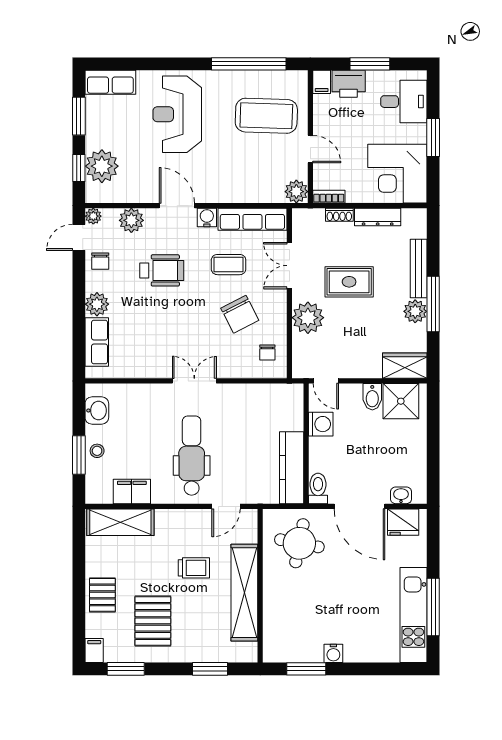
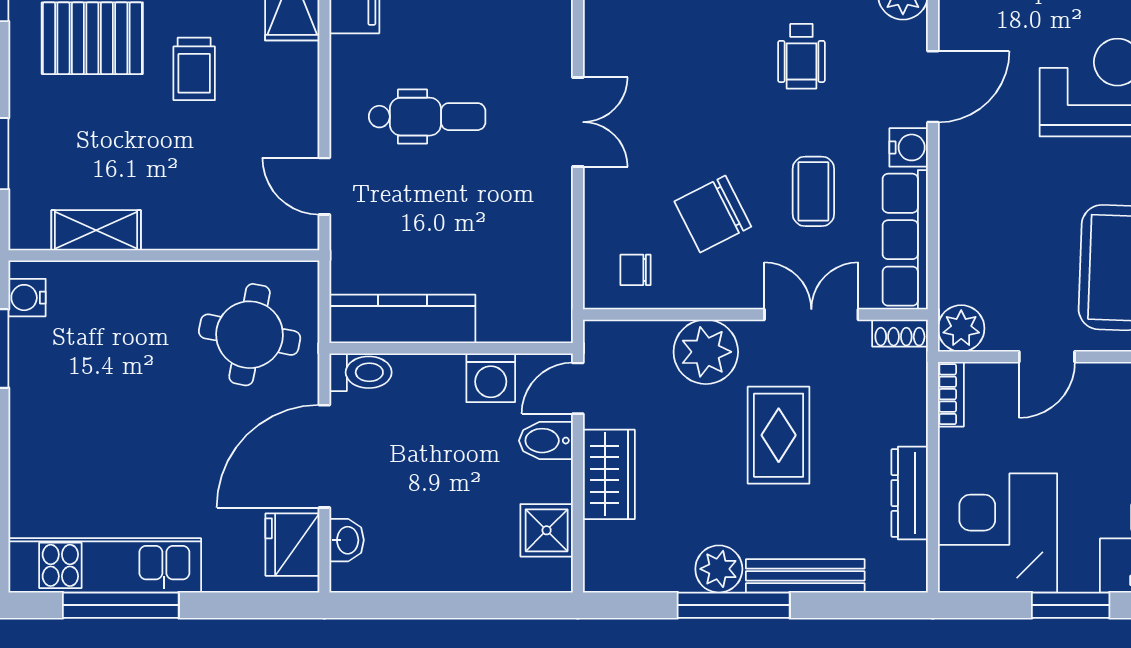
shoe rack: (339, 215) -> (900, 333), moved, turned -90
wheelchair: (162, 270) -> (801, 56), width x0.73, depth x0.73
wardrobe: (405, 366) -> (609, 474), moved
bidet: (372, 397) -> (546, 441), moved
shower: (401, 401) -> (547, 530), width x0.73, depth x0.73
dental chair: (192, 456) -> (427, 117), width x0.73, depth x0.72
trolley: (194, 568) -> (194, 69), moved
shelving: (244, 593) -> (96, 230), width x0.45, depth x0.75
water cooler: (333, 653) -> (27, 298), moved

